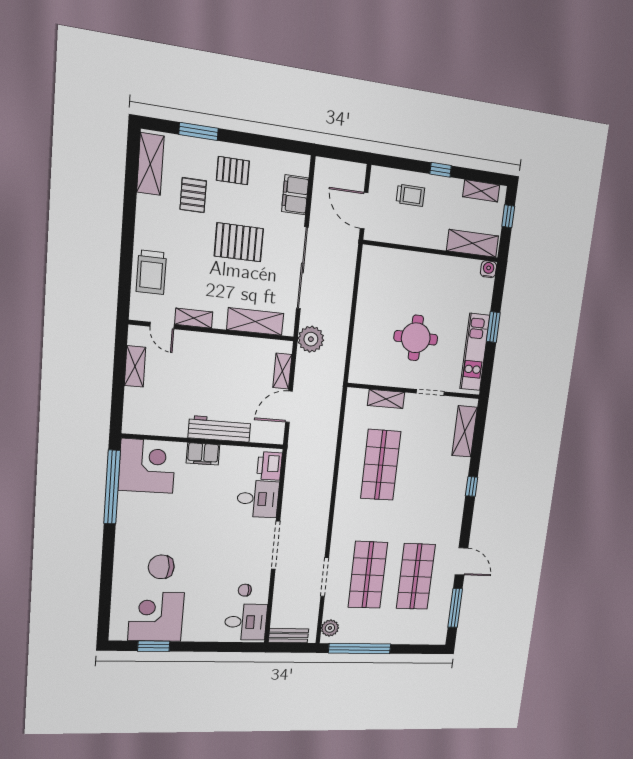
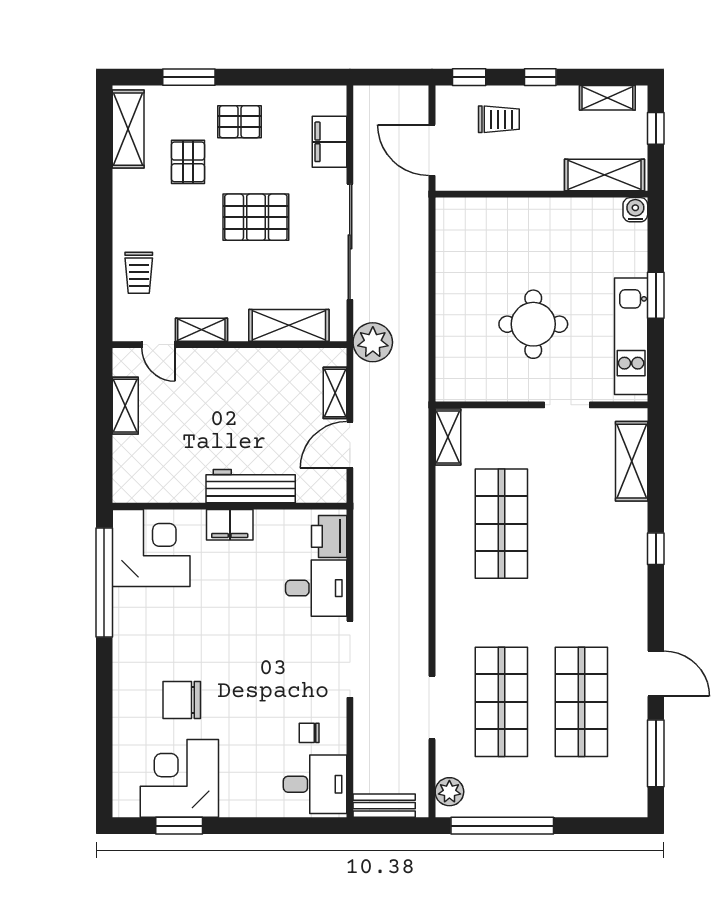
window: (394, 162) -> (469, 77), added
trolley: (151, 272) -> (139, 273), width x0.73, depth x0.72
shelving: (386, 399) -> (448, 437), moved, turned 90

